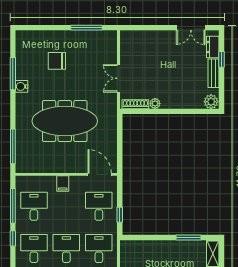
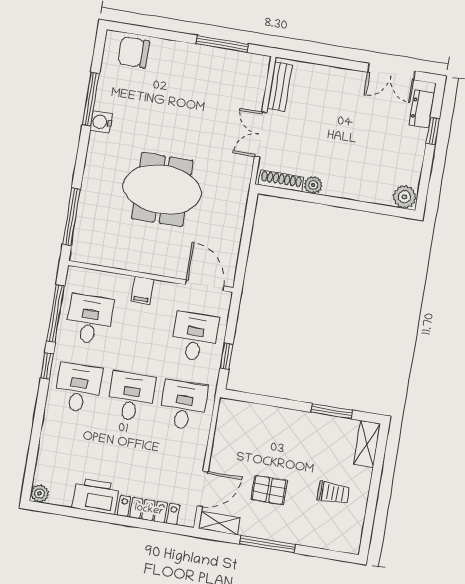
chair: (57, 61) -> (134, 52), moved
bench: (213, 73) -> (280, 87), moved
meeting table: (65, 121) -> (162, 189), width x0.73

